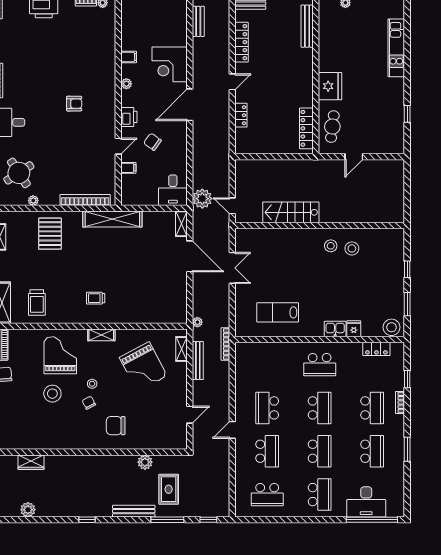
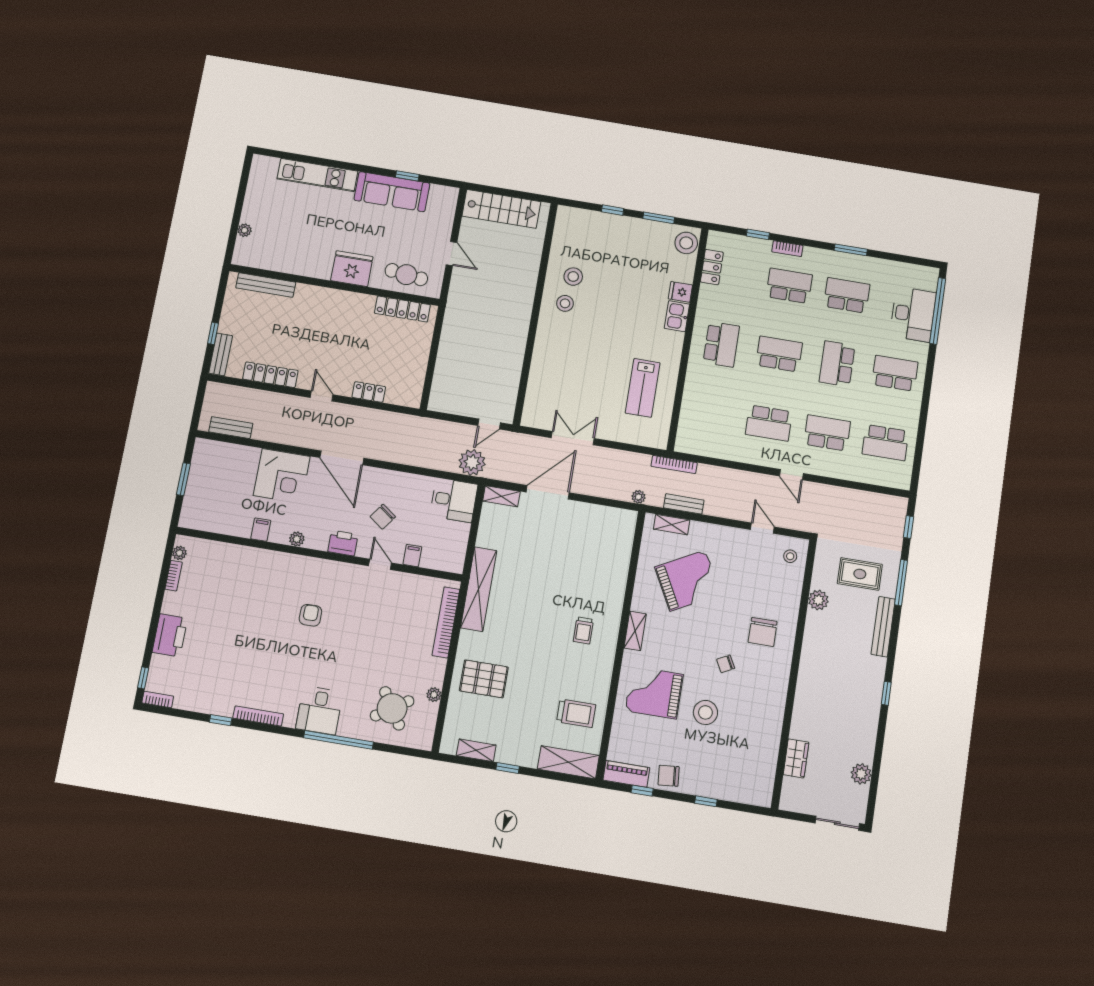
sofa: (393, 105) -> (392, 192), added
stairs: (291, 212) -> (501, 209), moved, turned -90
bench: (198, 361) -> (684, 504), width x0.73
stool: (92, 384) -> (790, 556), moved
school desk: (320, 451) -> (837, 364), turned -90
school desk: (267, 495) -> (885, 443), turned 90

